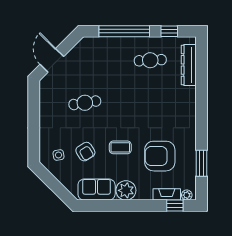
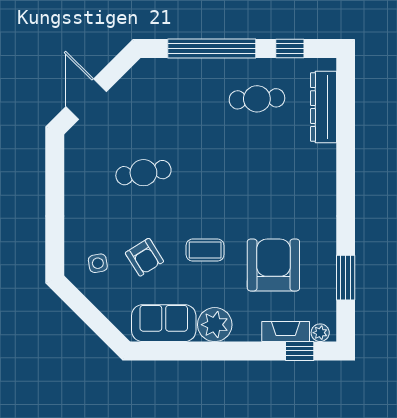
armchair: (160, 156) -> (273, 265), turned 90

